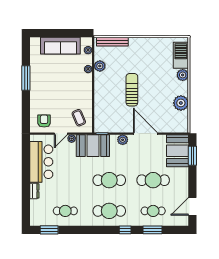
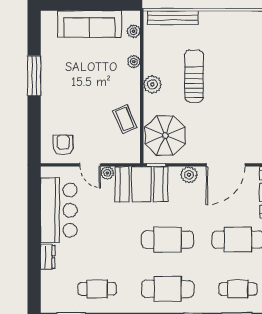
plant: (100, 66) -> (152, 84), moved
sun lounger: (132, 90) -> (194, 76), moved
parasol: (108, 115) -> (165, 135), added
coffee table: (79, 118) -> (125, 119), moved
door: (61, 134) -> (90, 165), hinge flipped
door: (145, 134) -> (226, 165), swing flipped

